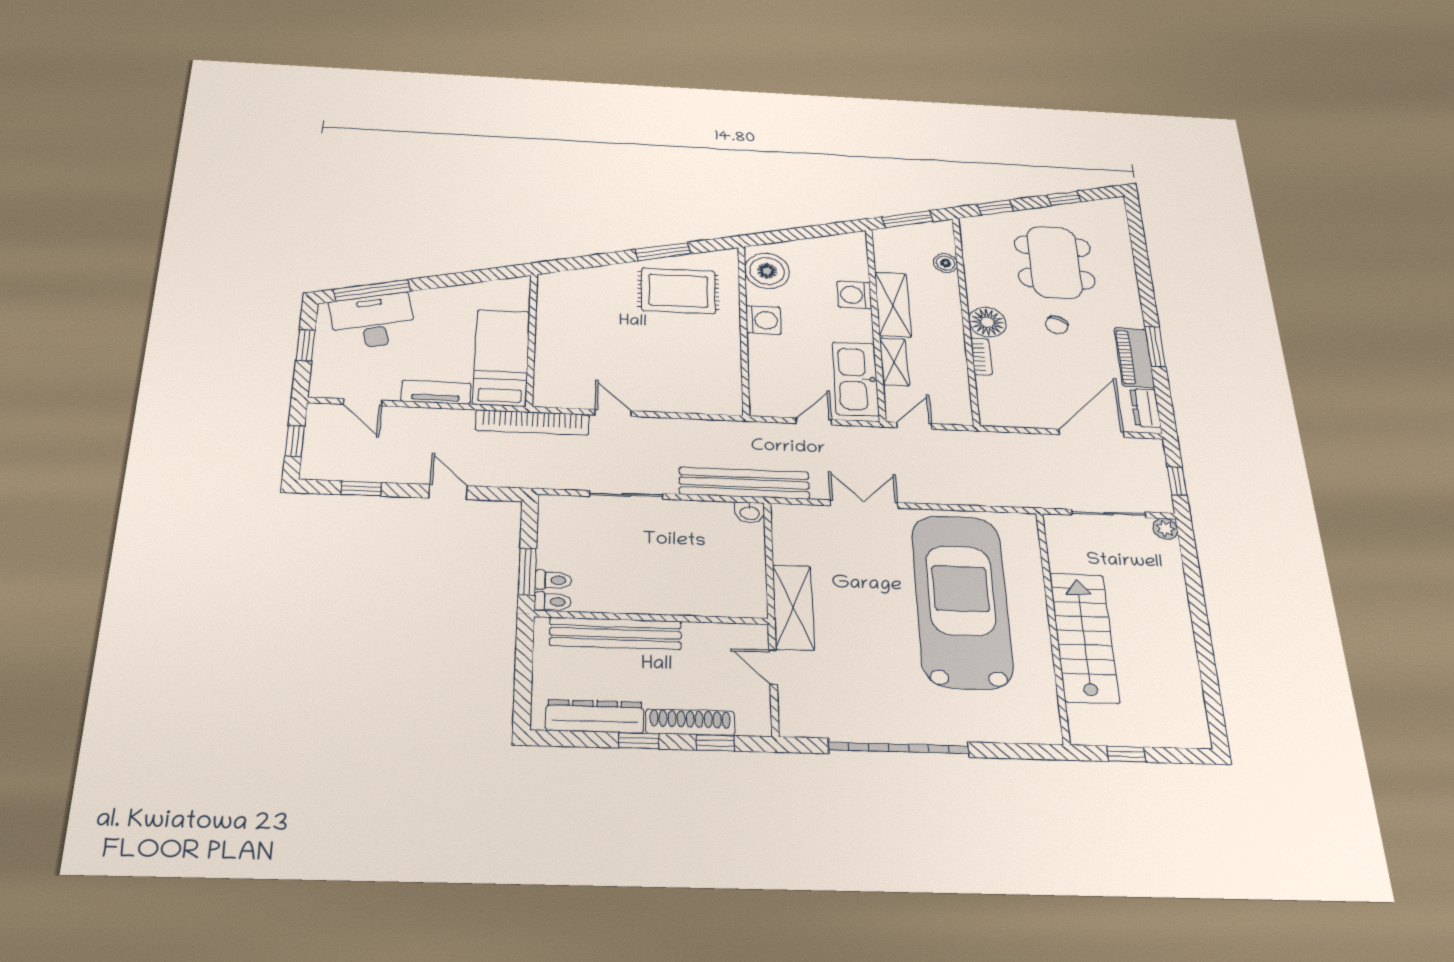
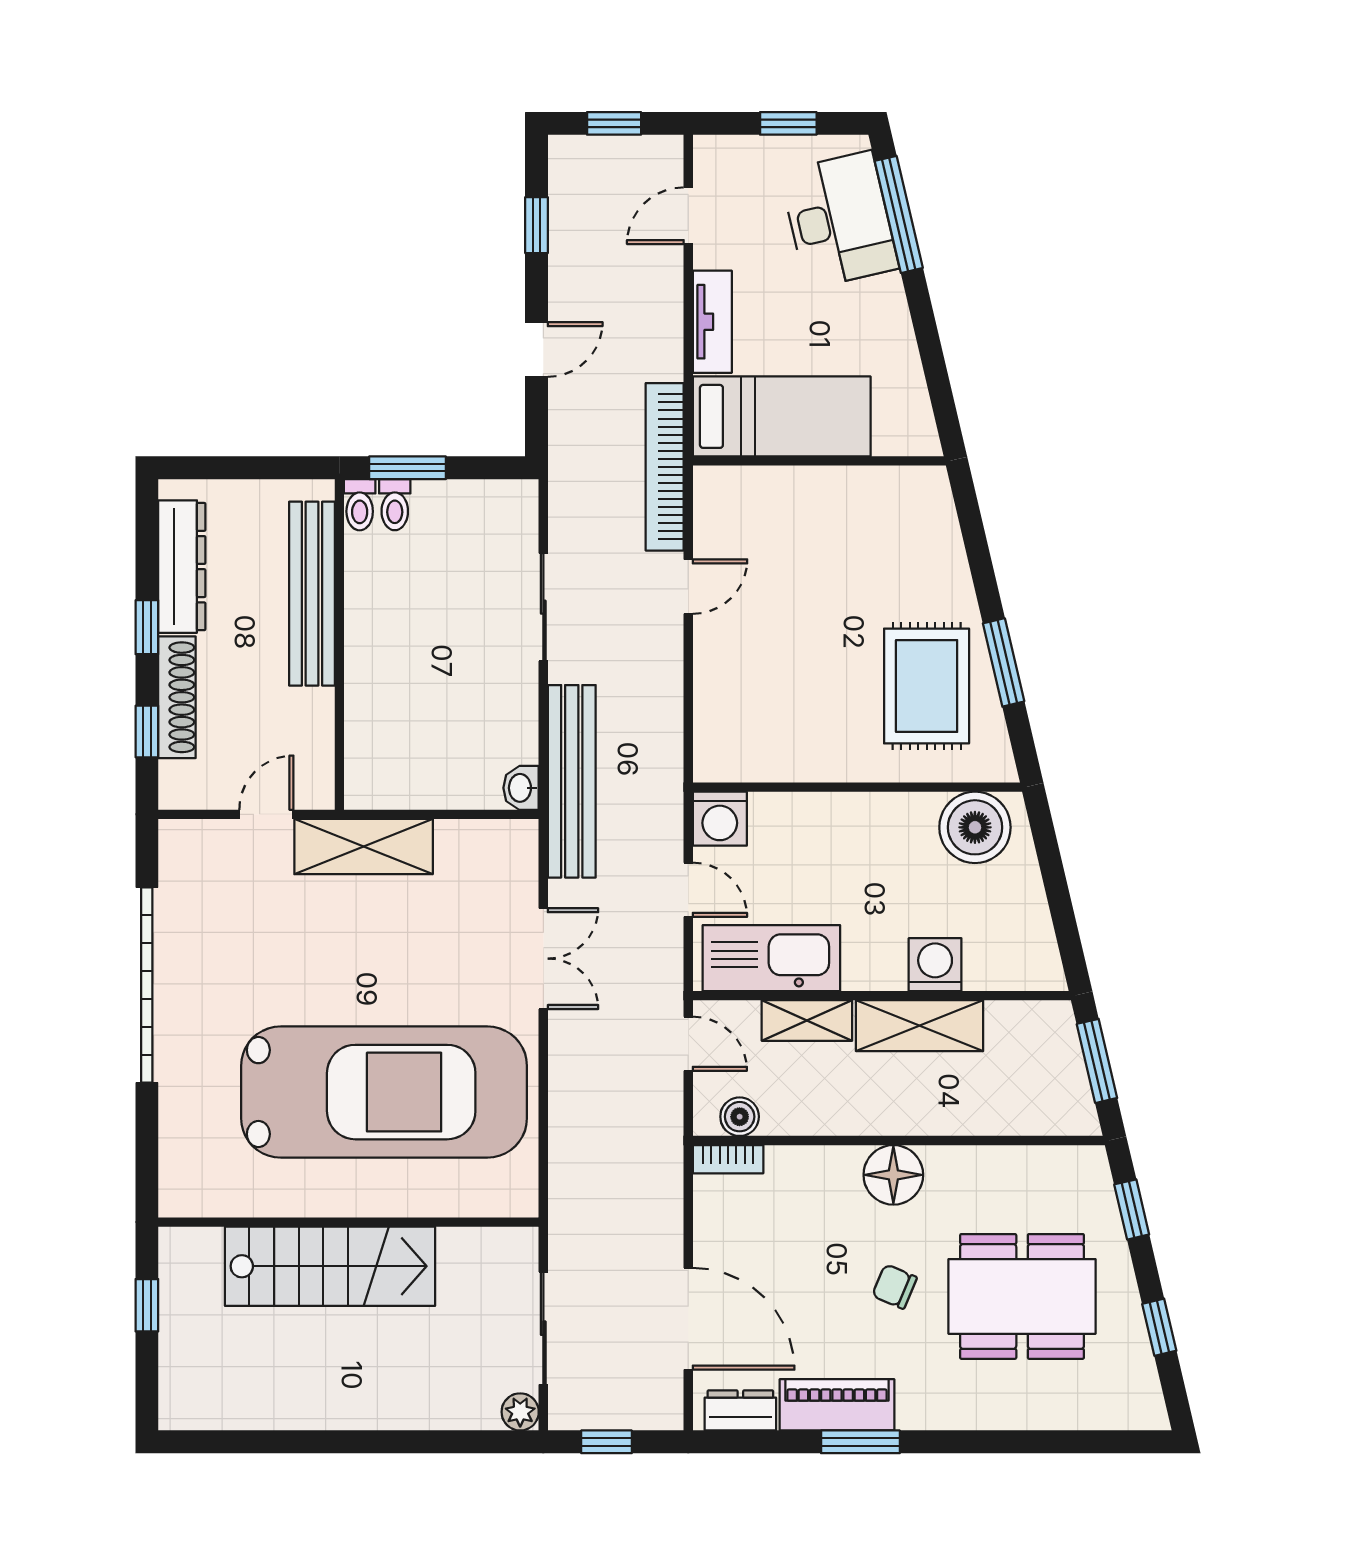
boiler: (946, 263) -> (740, 1117), moved
washing machine: (763, 320) -> (720, 819), moved
bookcase: (981, 357) -> (728, 1159), moved

